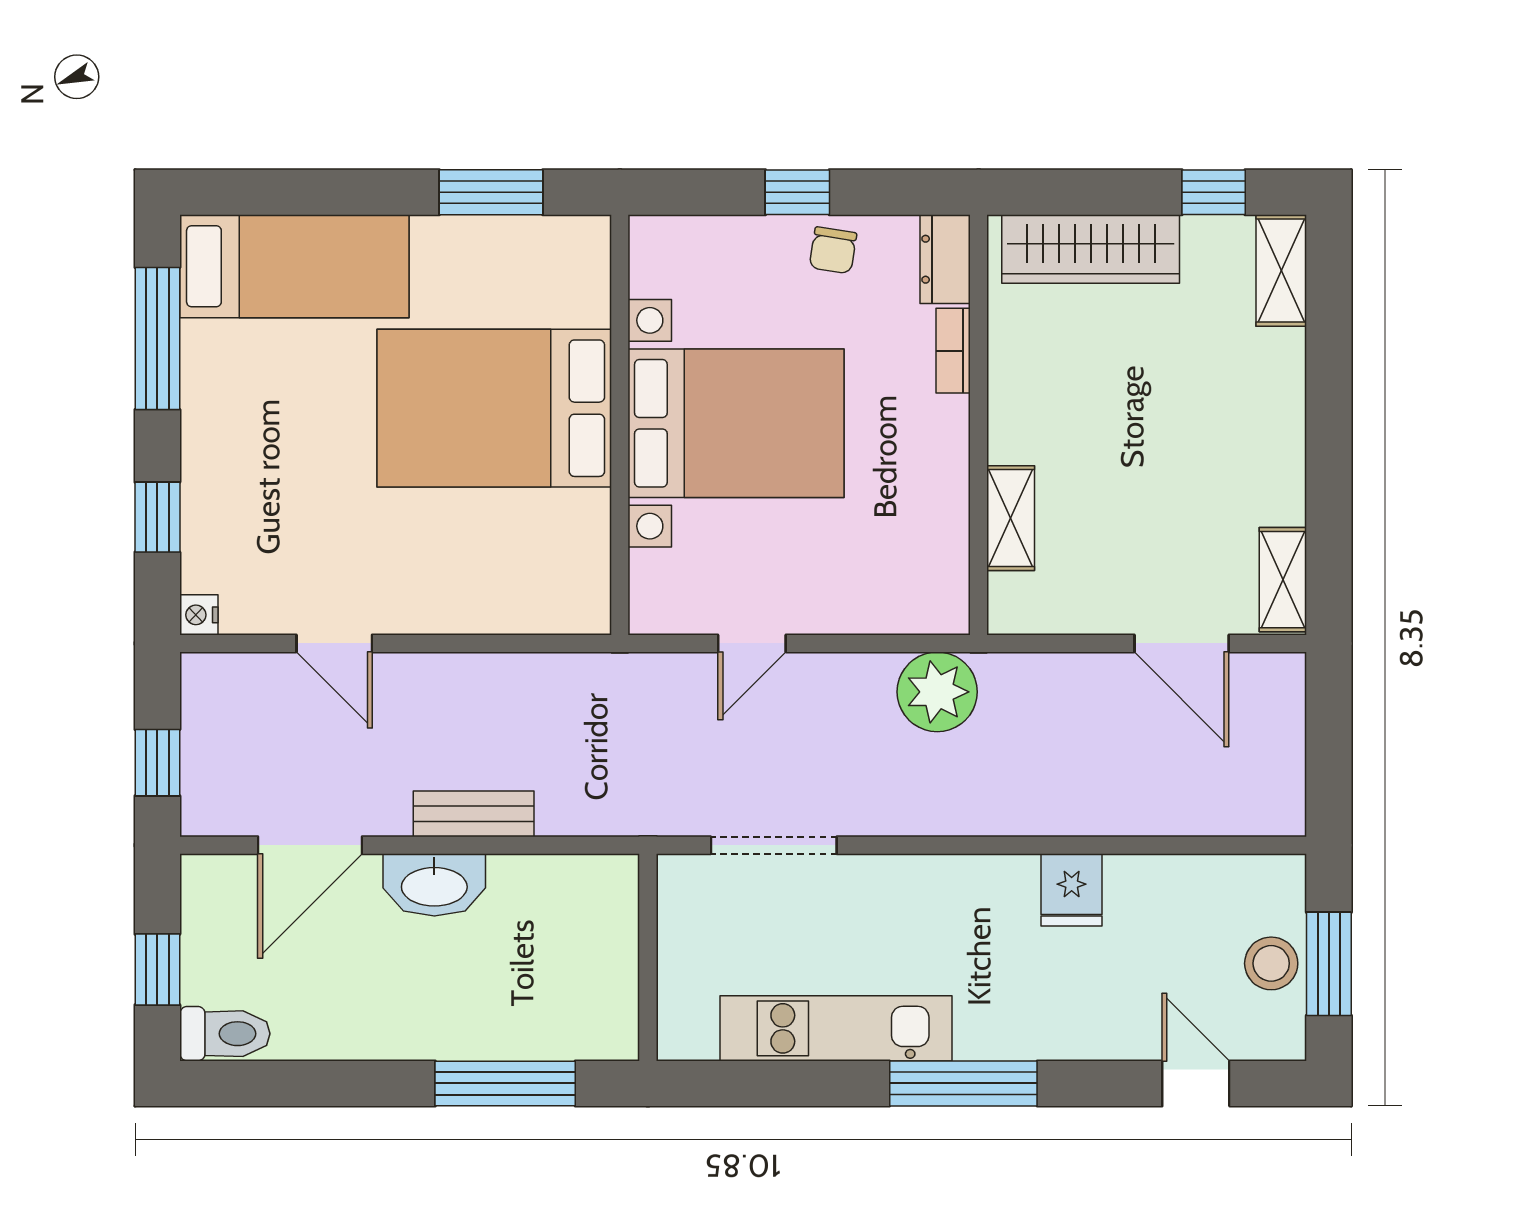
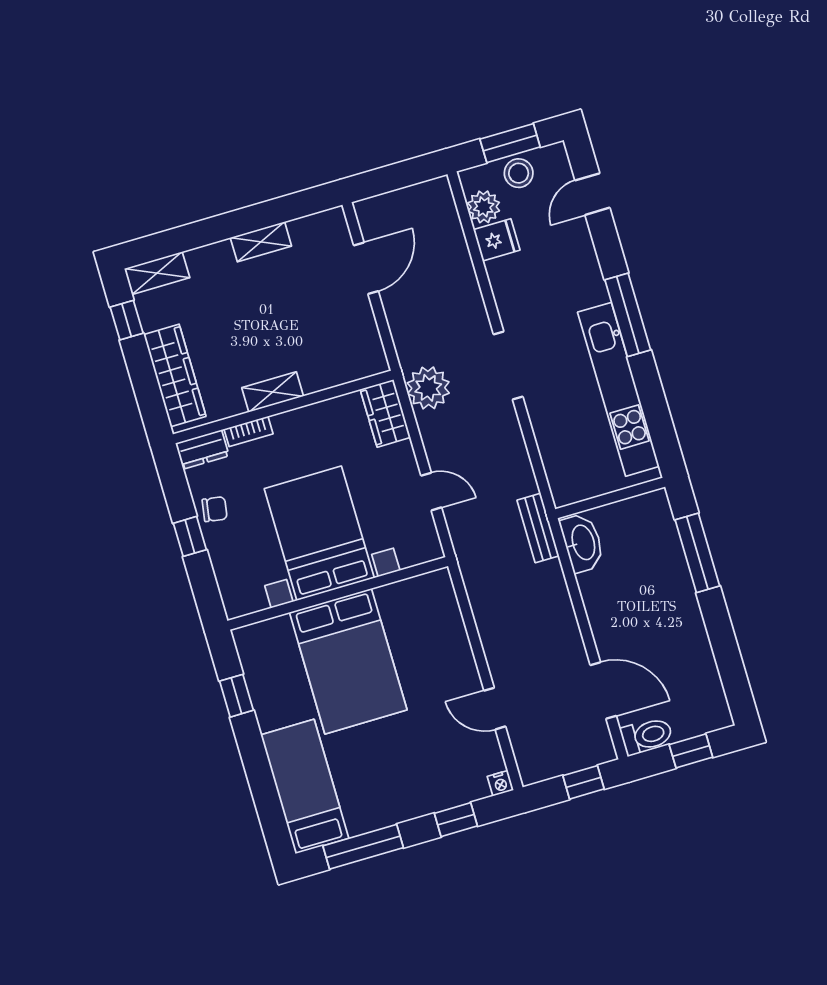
window: (491, 192) -> (236, 696), width x0.67
shelving: (1011, 518) -> (273, 392), moved
shelving: (1283, 580) -> (261, 242), moved
wardrobe: (914, 603) -> (385, 413), added
door: (334, 643) -> (495, 709), swing flipped
bench: (474, 814) -> (538, 528), moved
doorway: (774, 845) -> (508, 366), moved
plant: (1229, 884) -> (484, 207), added
washbasin: (434, 885) -> (582, 543), moved
fridge: (1072, 890) -> (497, 240), moved
kitchen unit: (836, 1028) -> (618, 389), width x1.36
toilet: (225, 1034) -> (647, 736), moved, turned 90

